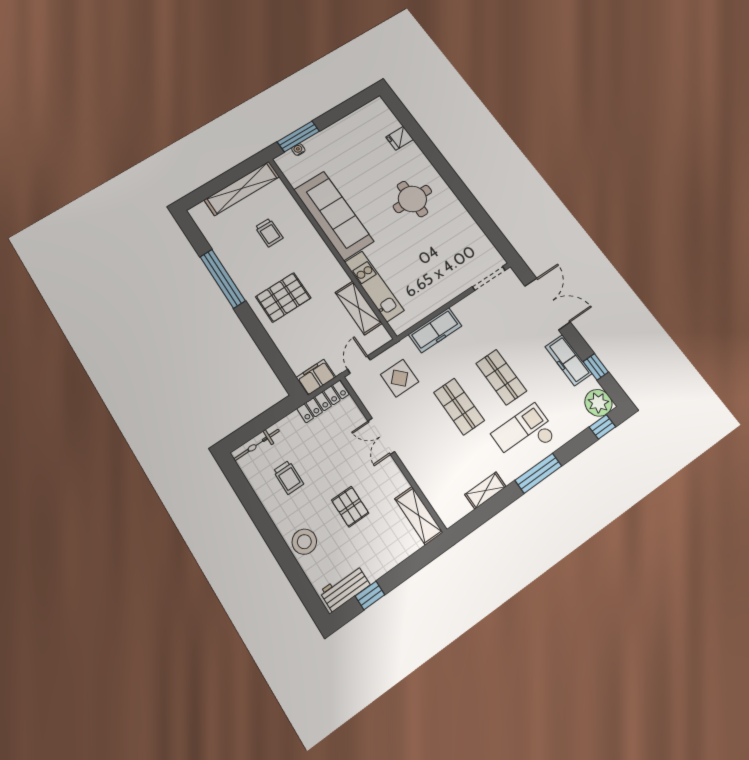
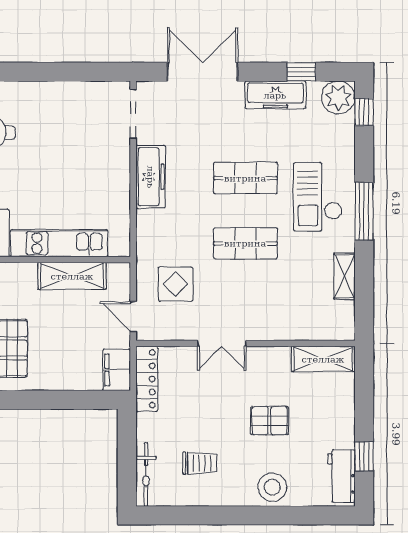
freezer: (435, 330) -> (151, 177), moved

